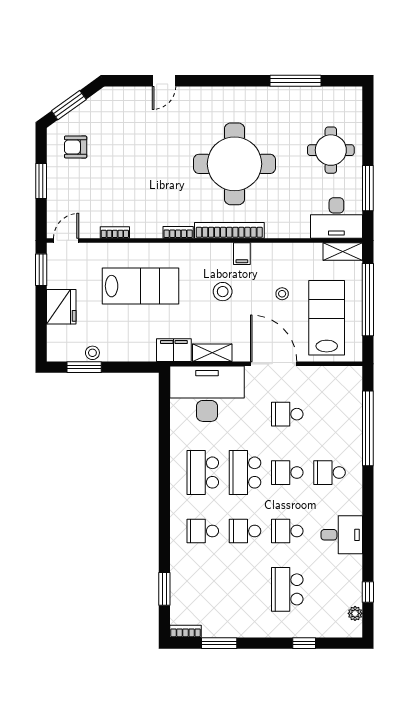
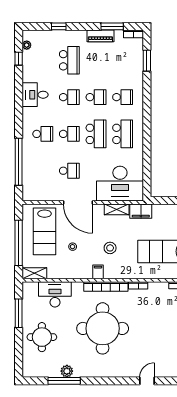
plant: (291, 96) -> (67, 371), added
desk: (336, 218) -> (55, 294), moved
piano: (238, 628) -> (100, 36), added

